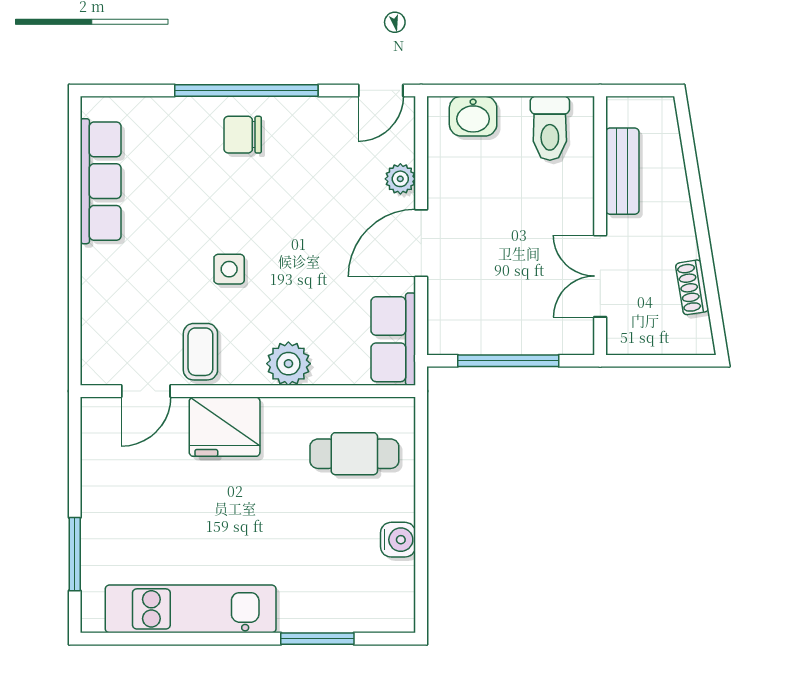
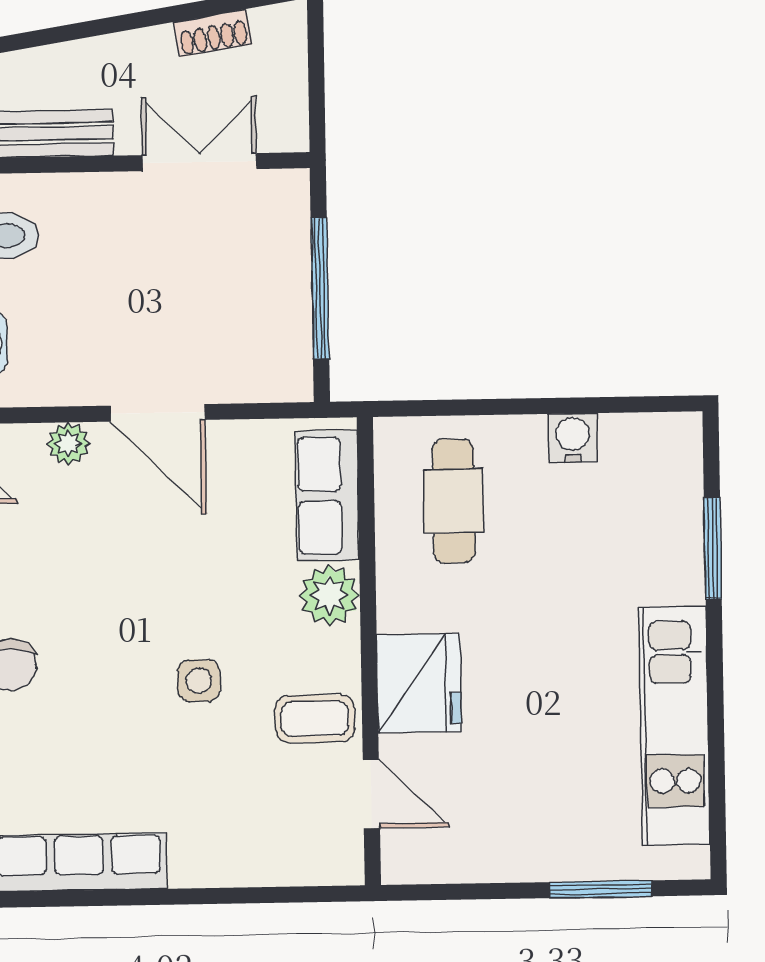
double door: (600, 276) -> (200, 162), swing flipped
row of seats: (393, 339) -> (327, 496), moved, turned 90

